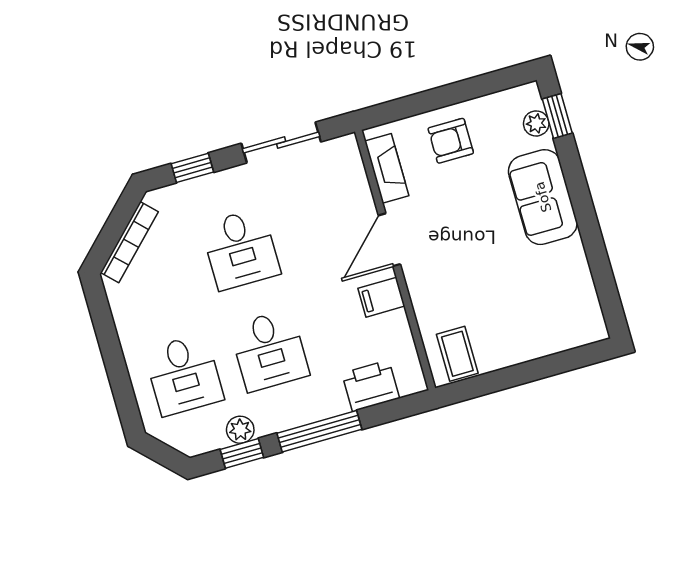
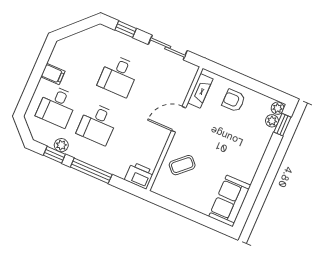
plant: (529, 97) -> (278, 108), added
sofa: (543, 197) -> (230, 201), moved
bookcase: (129, 242) -> (78, 38), removed
filing cabinet: (381, 297) -> (53, 74), moved, turned 180
coffee table: (457, 354) -> (182, 165), moved, turned 47
printer: (371, 386) -> (139, 176), moved

